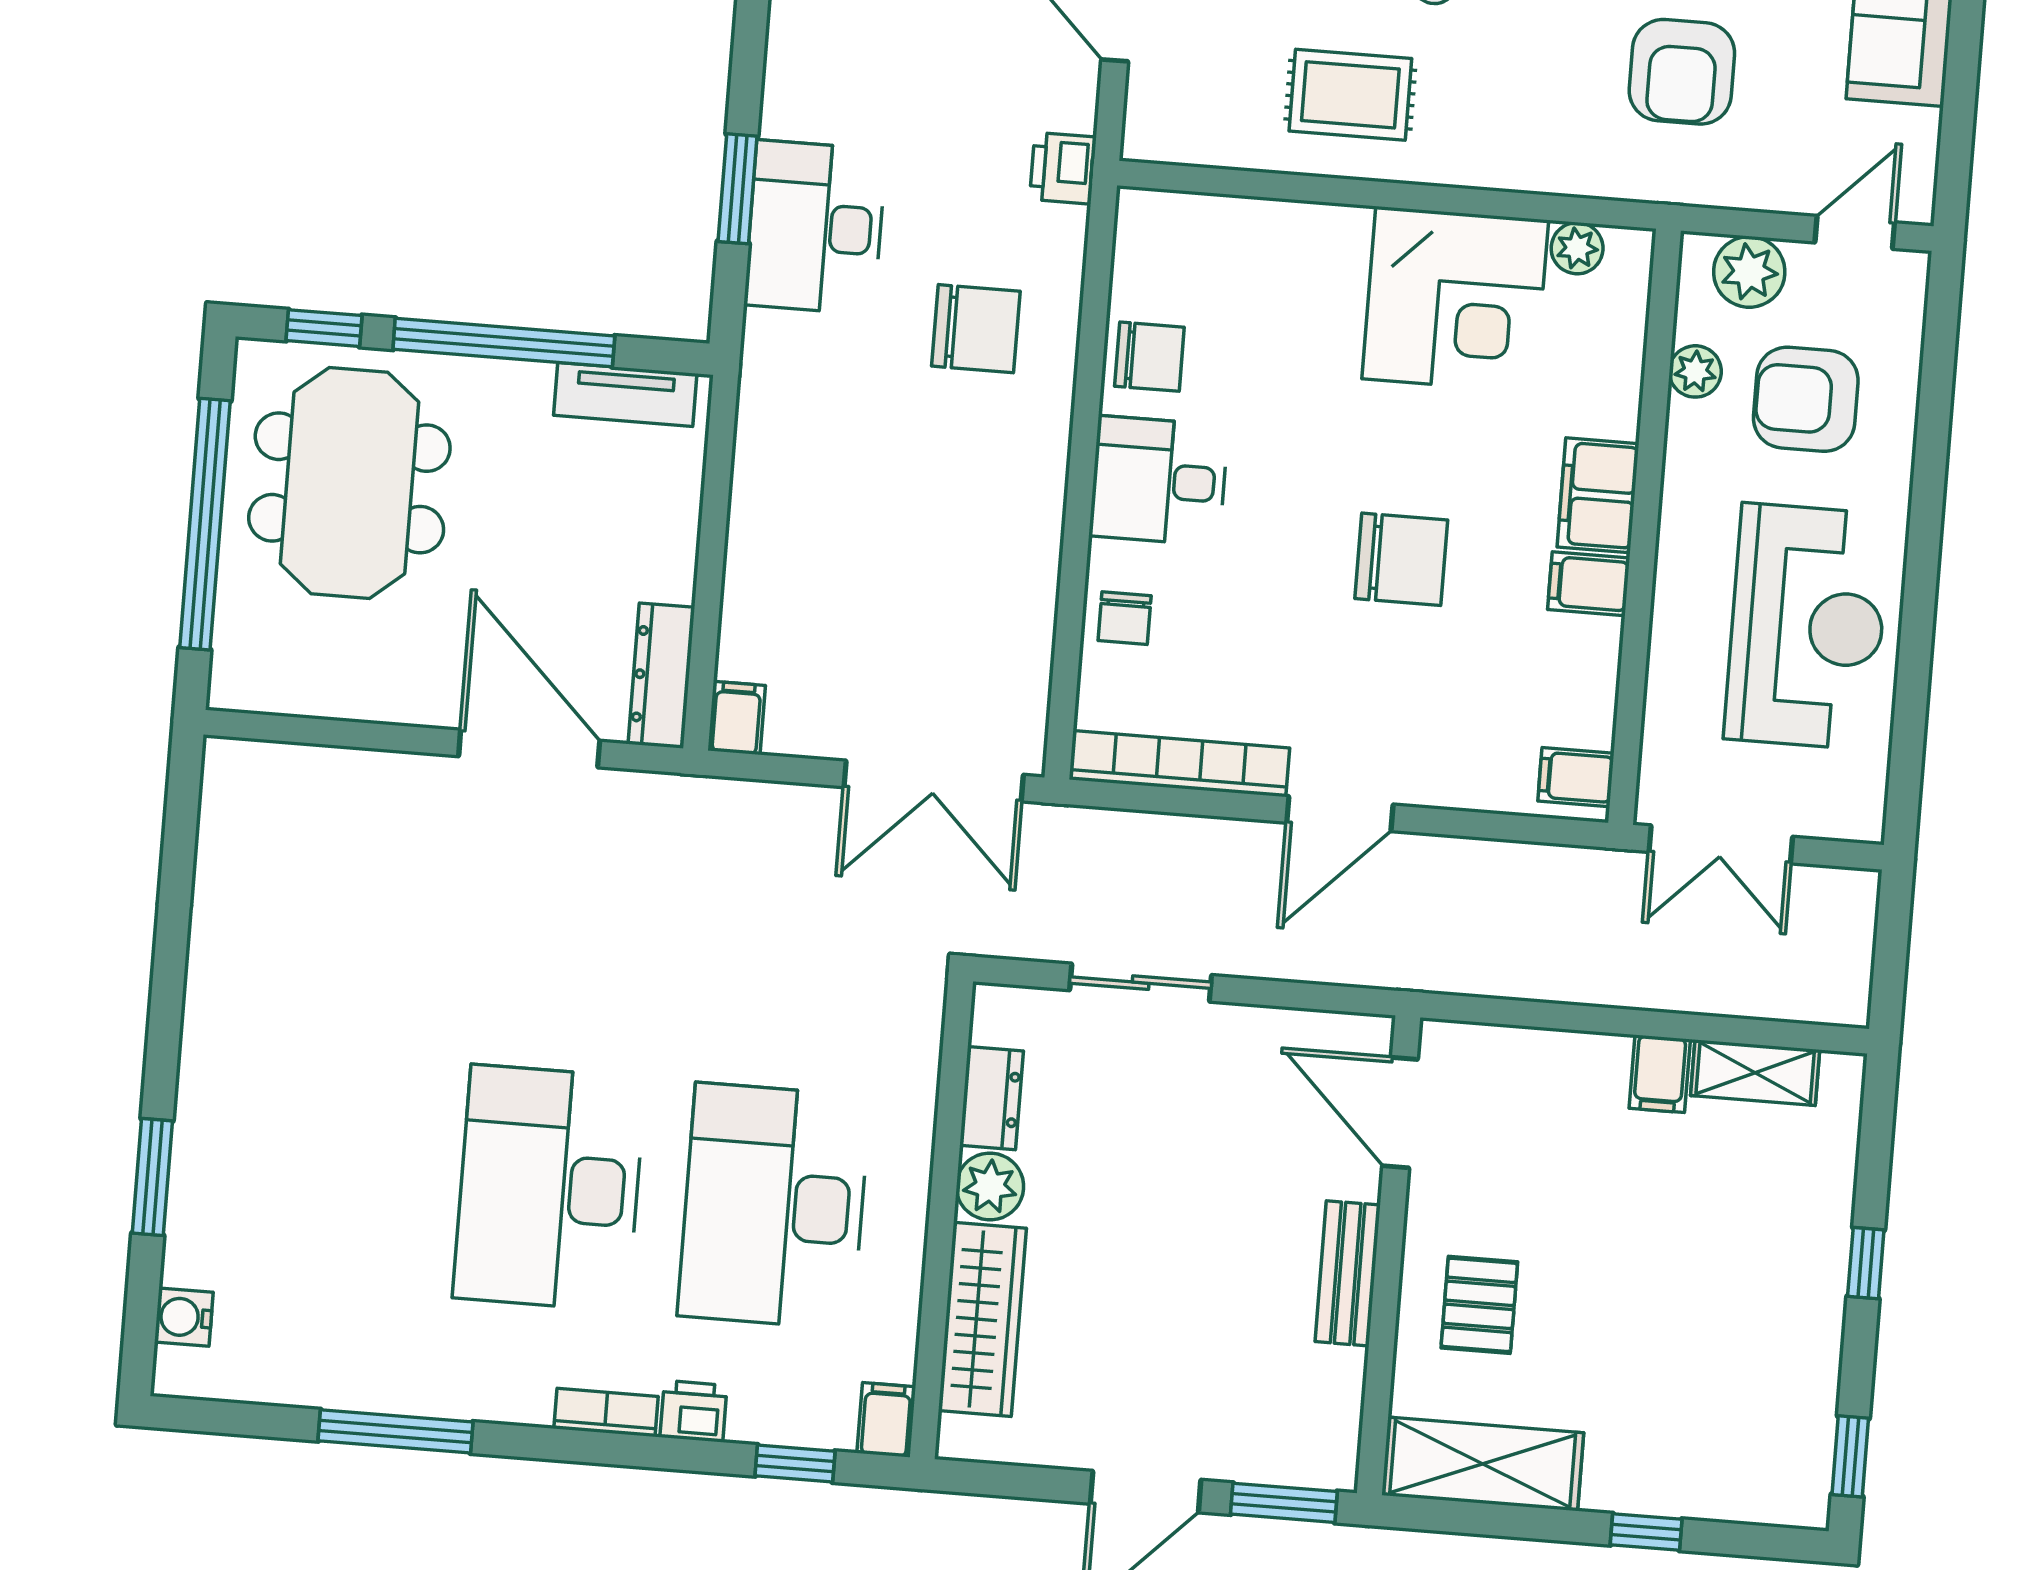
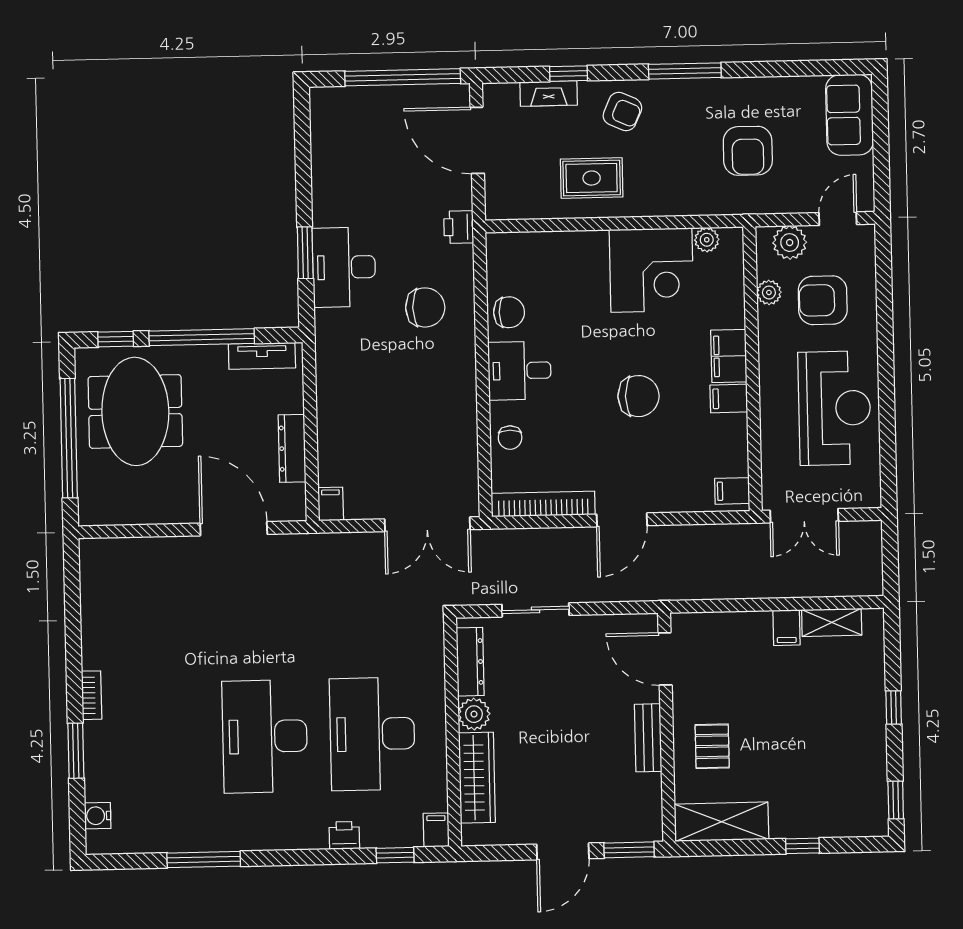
dresser: (661, 675) -> (292, 448), moved
dresser: (991, 1098) -> (470, 662), width x1.44
bookcase: (606, 1413) -> (92, 695), moved, turned 90

